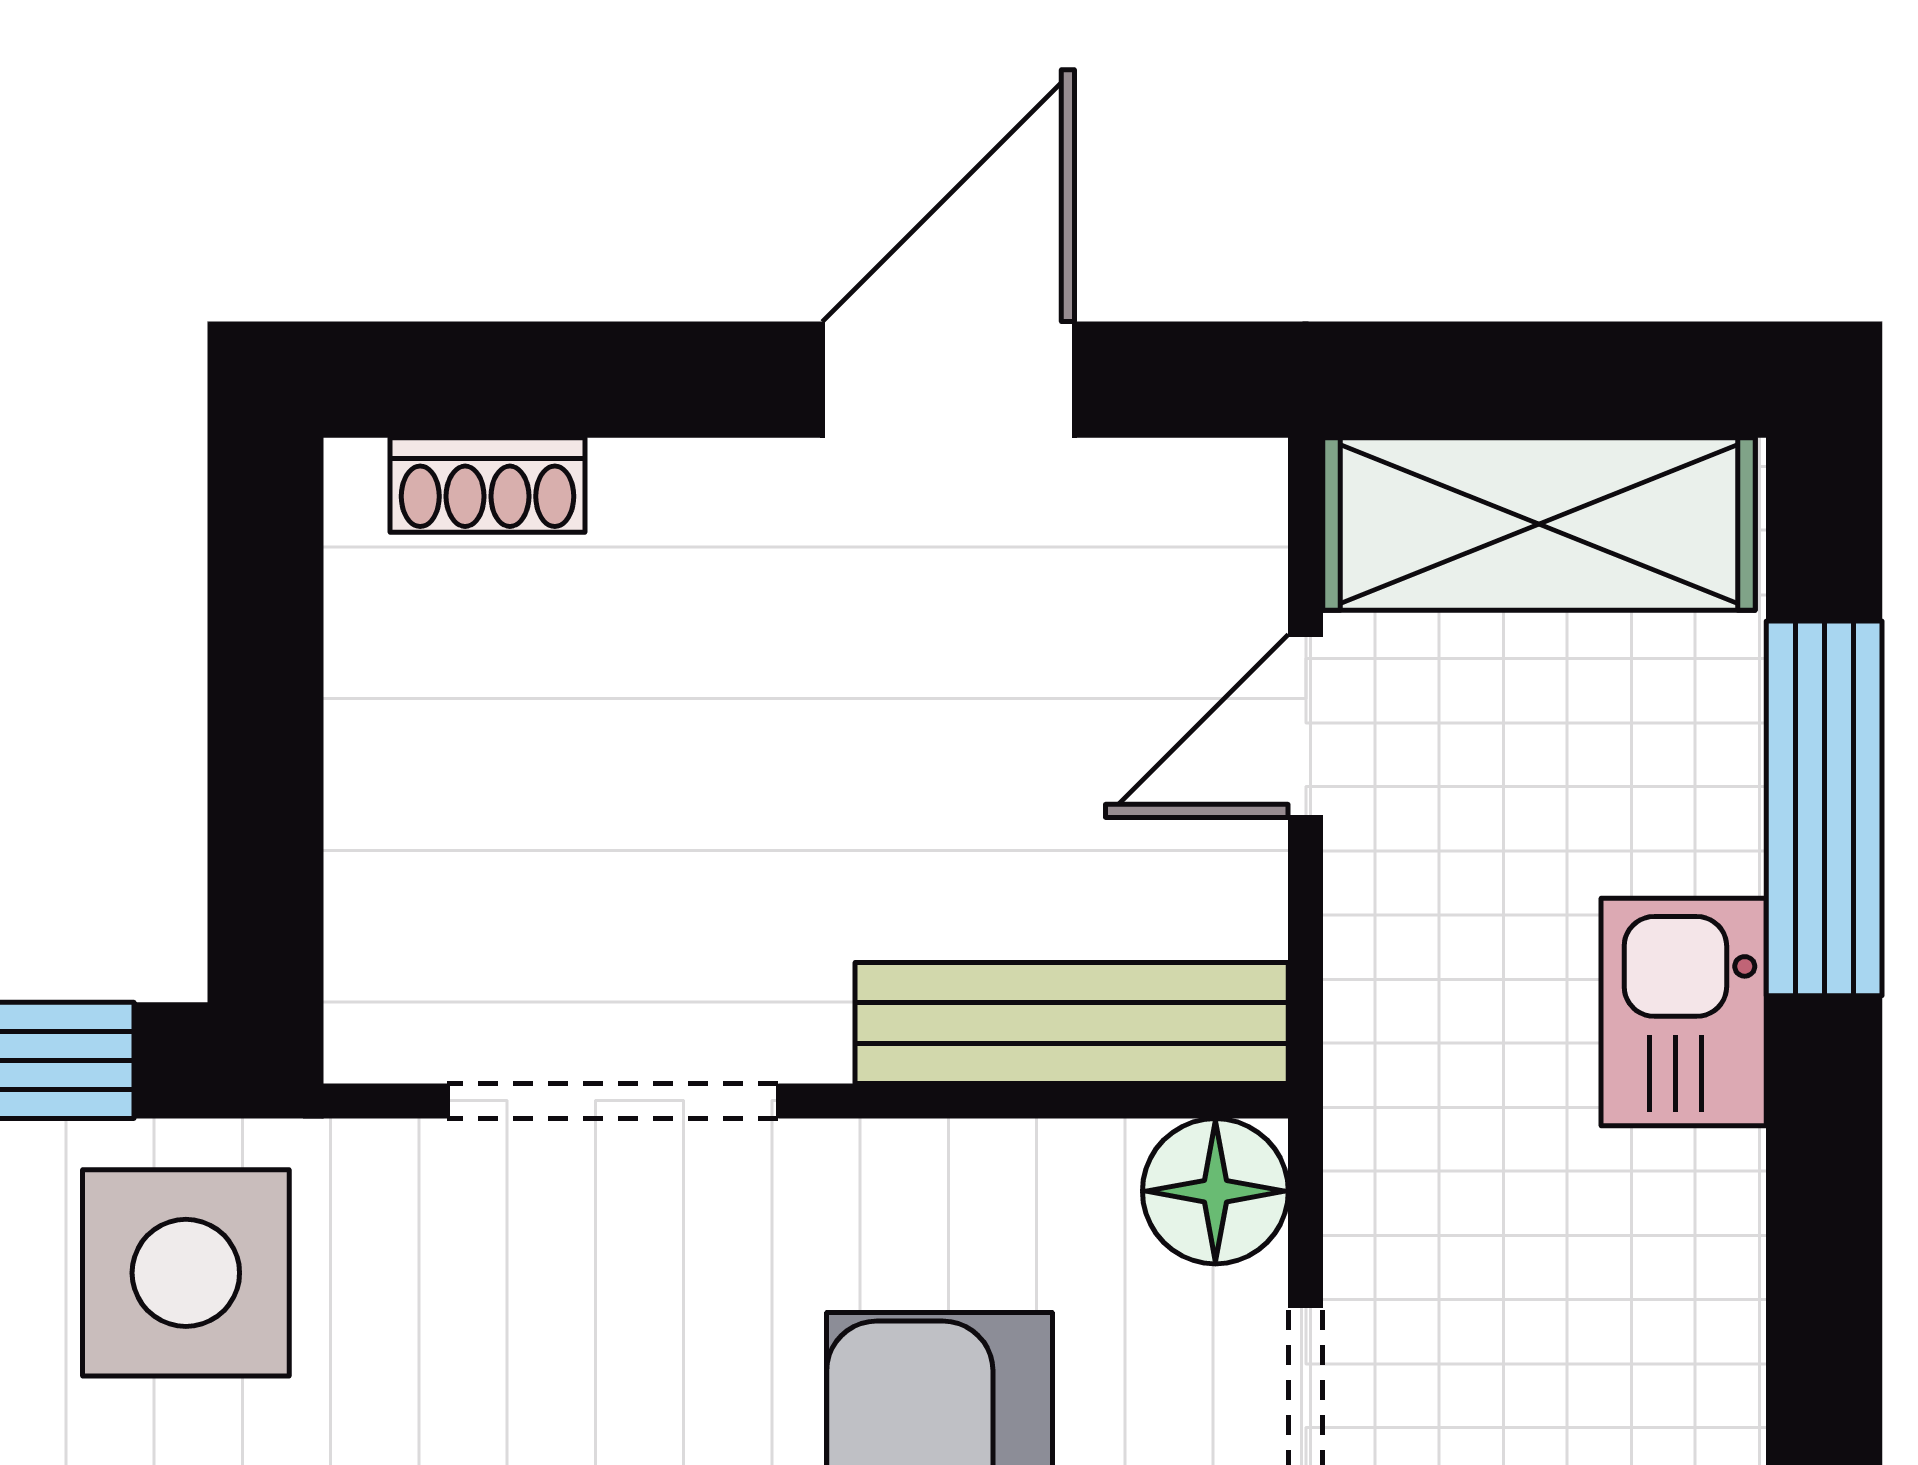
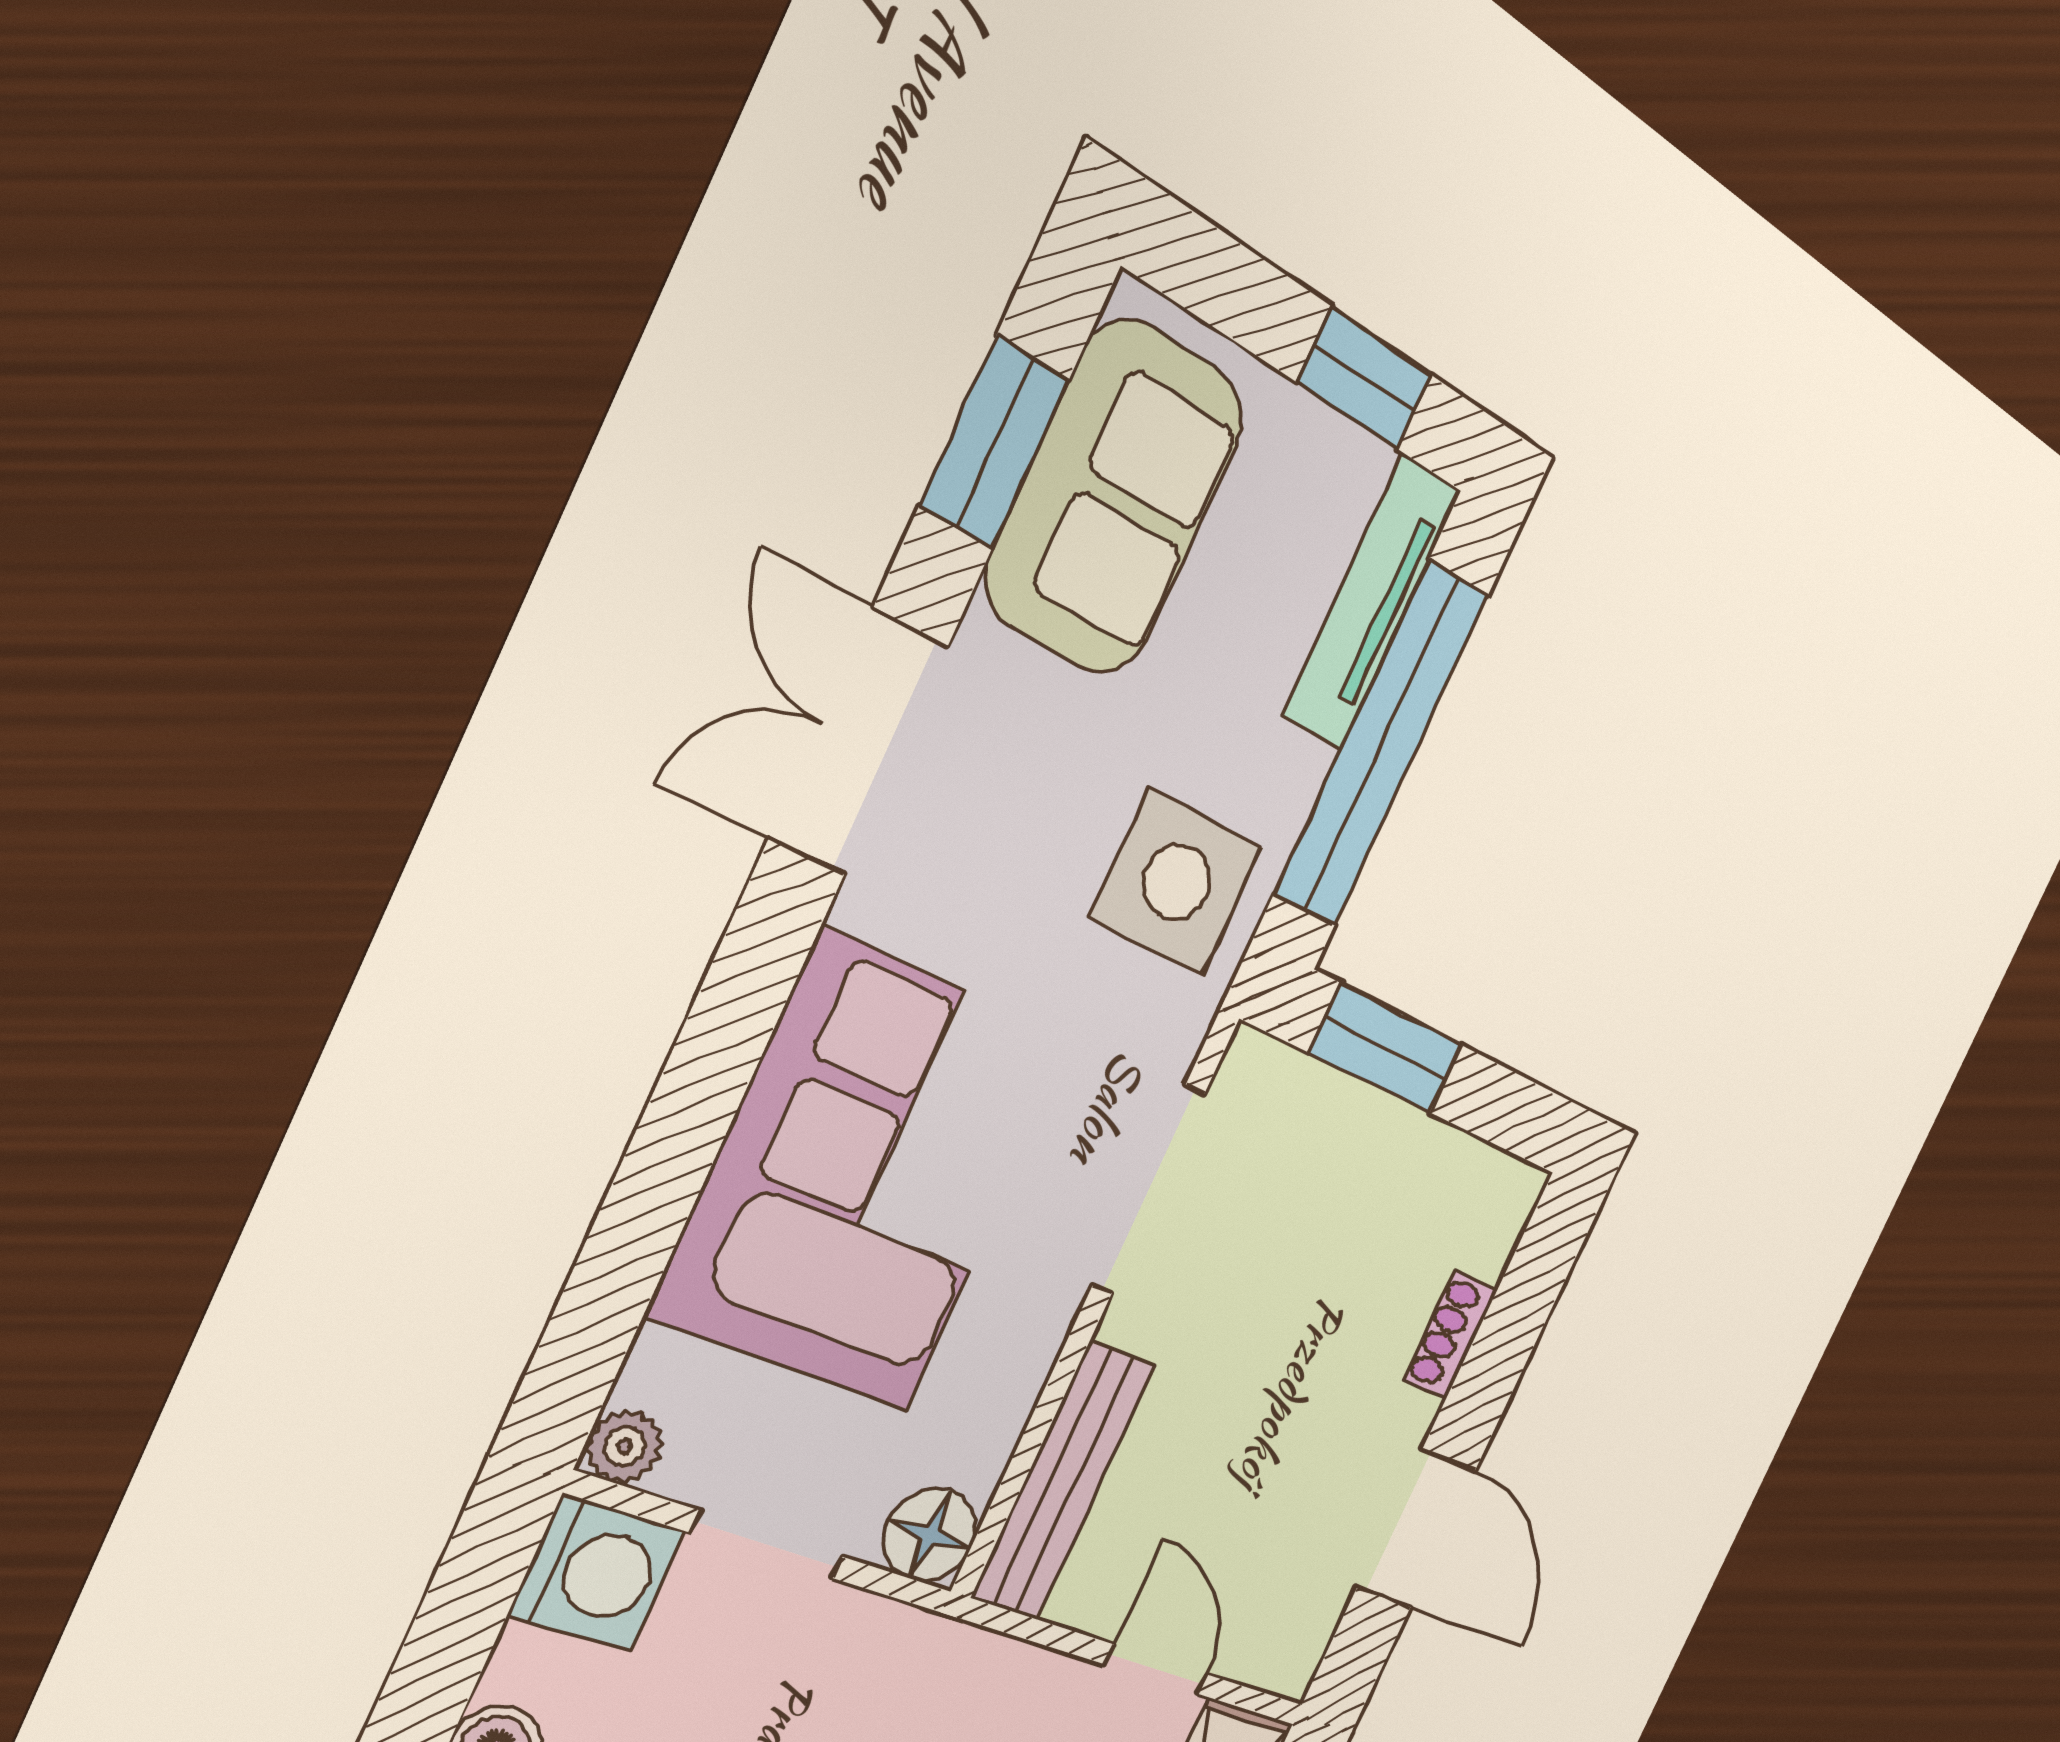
shoe rack: (488, 485) -> (1450, 1335), moved
window: (266, 827) -> (1386, 1049), added

